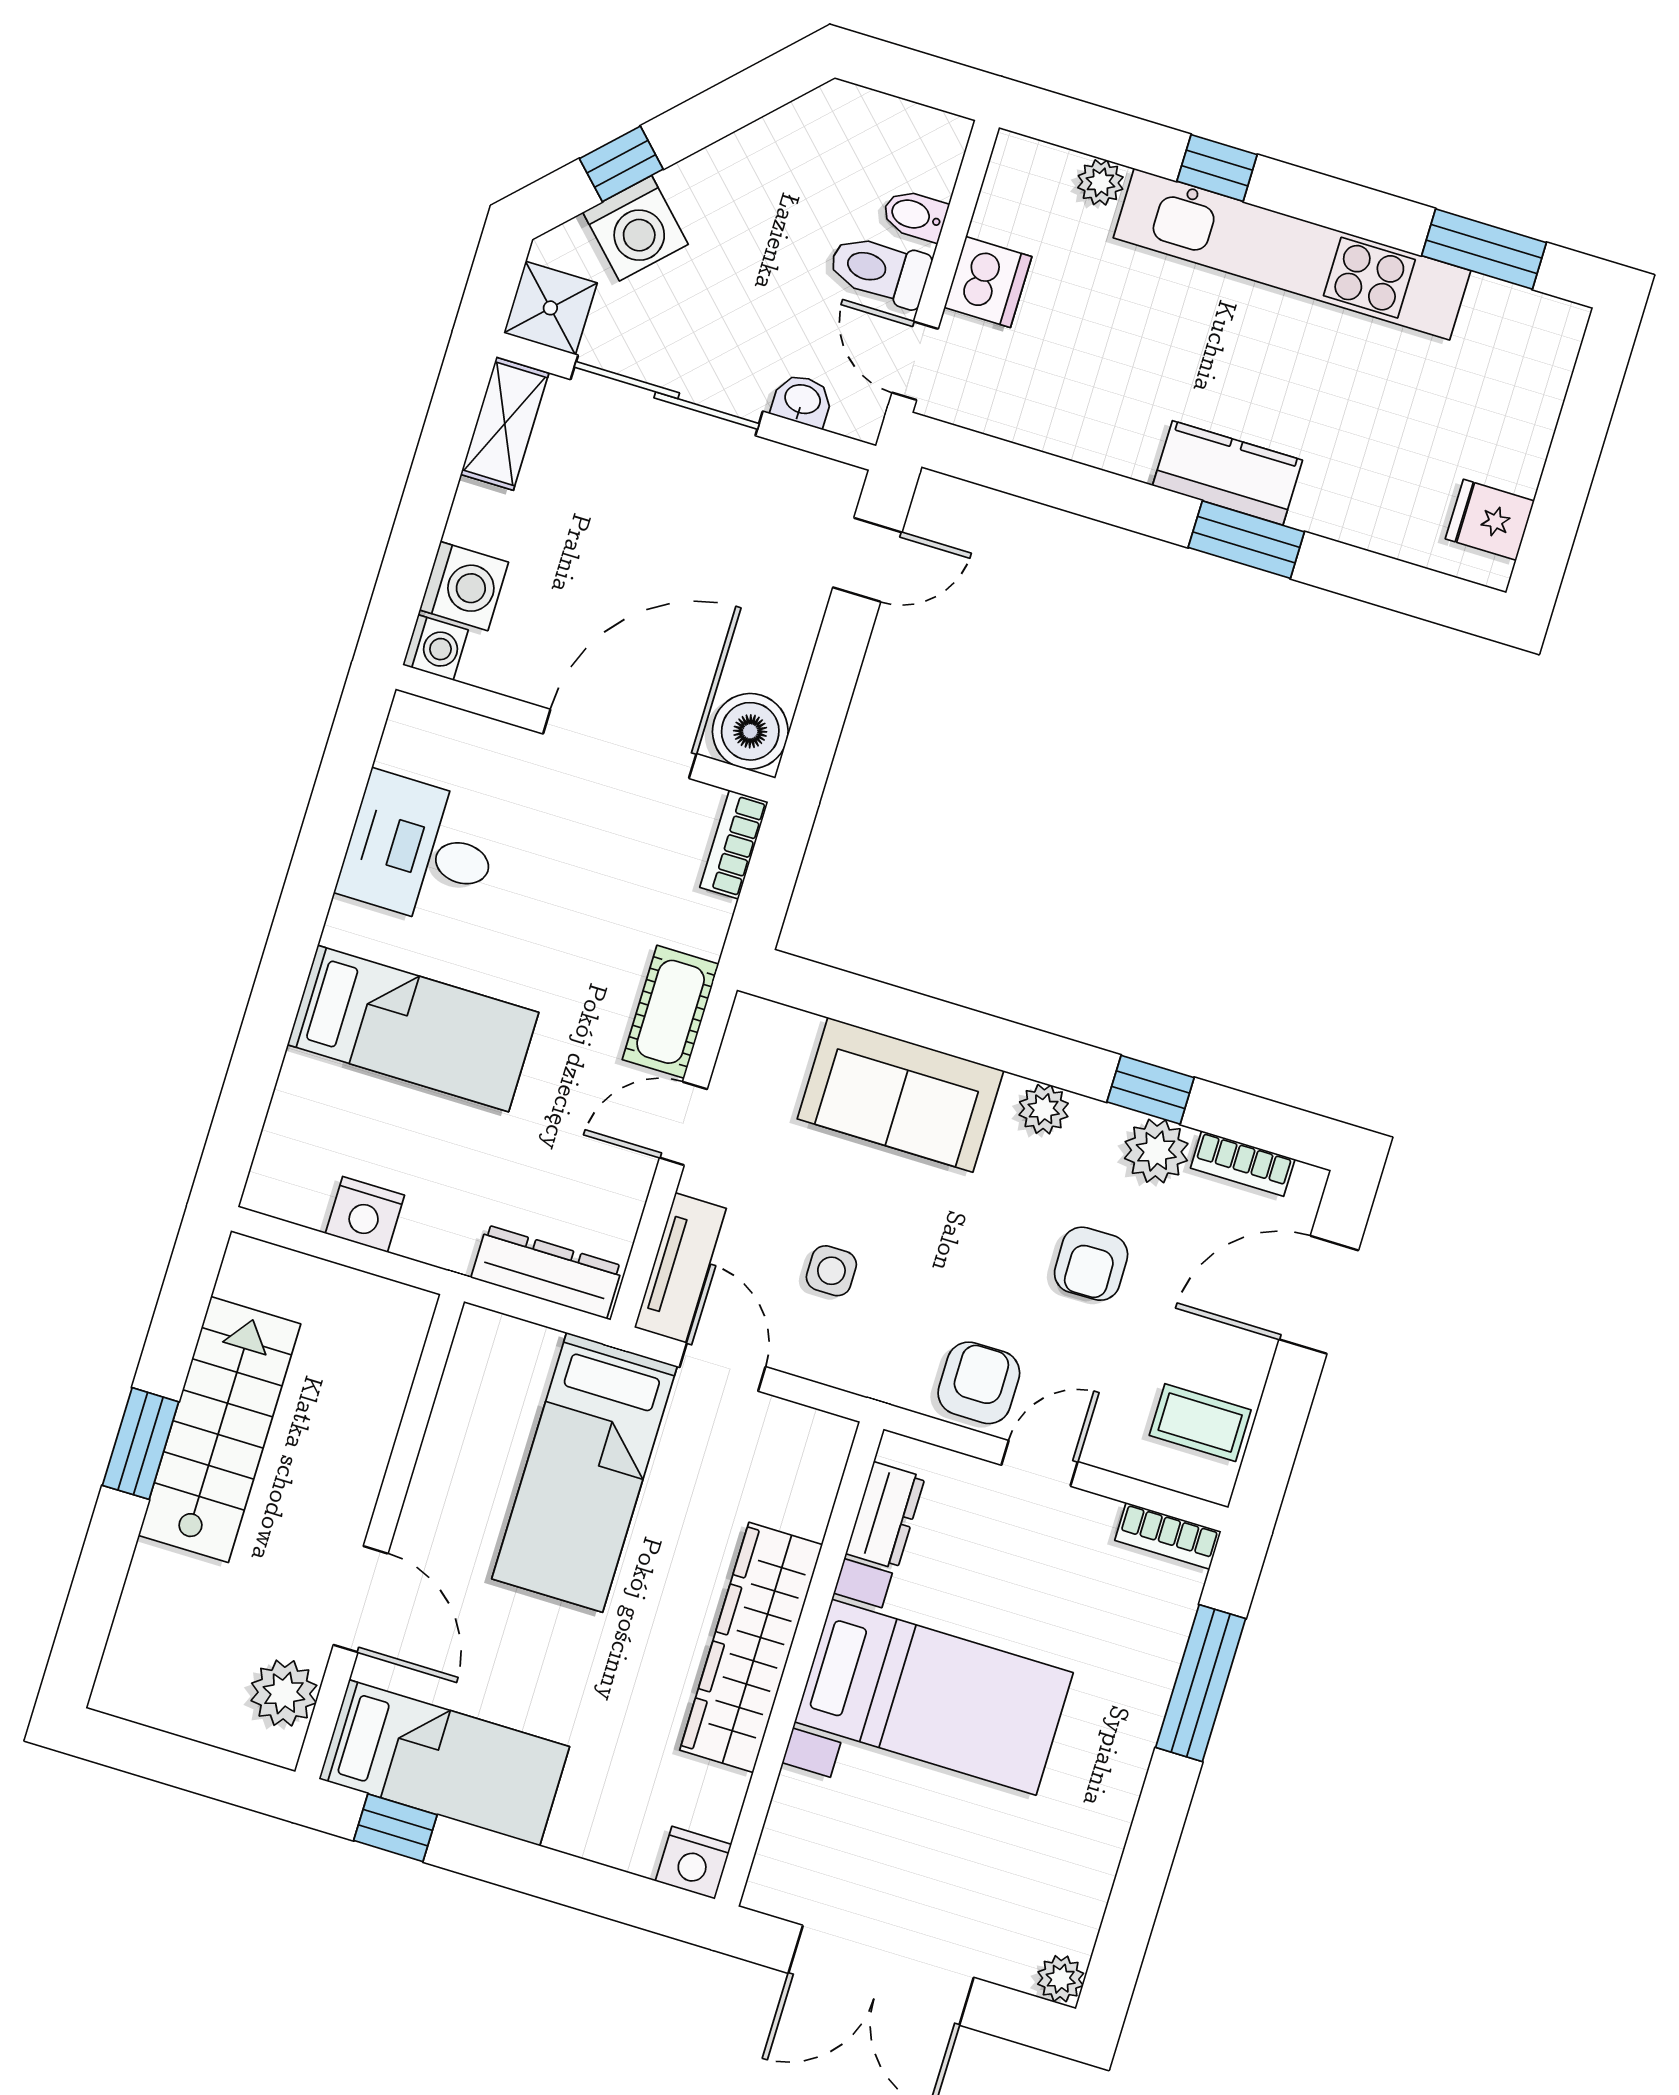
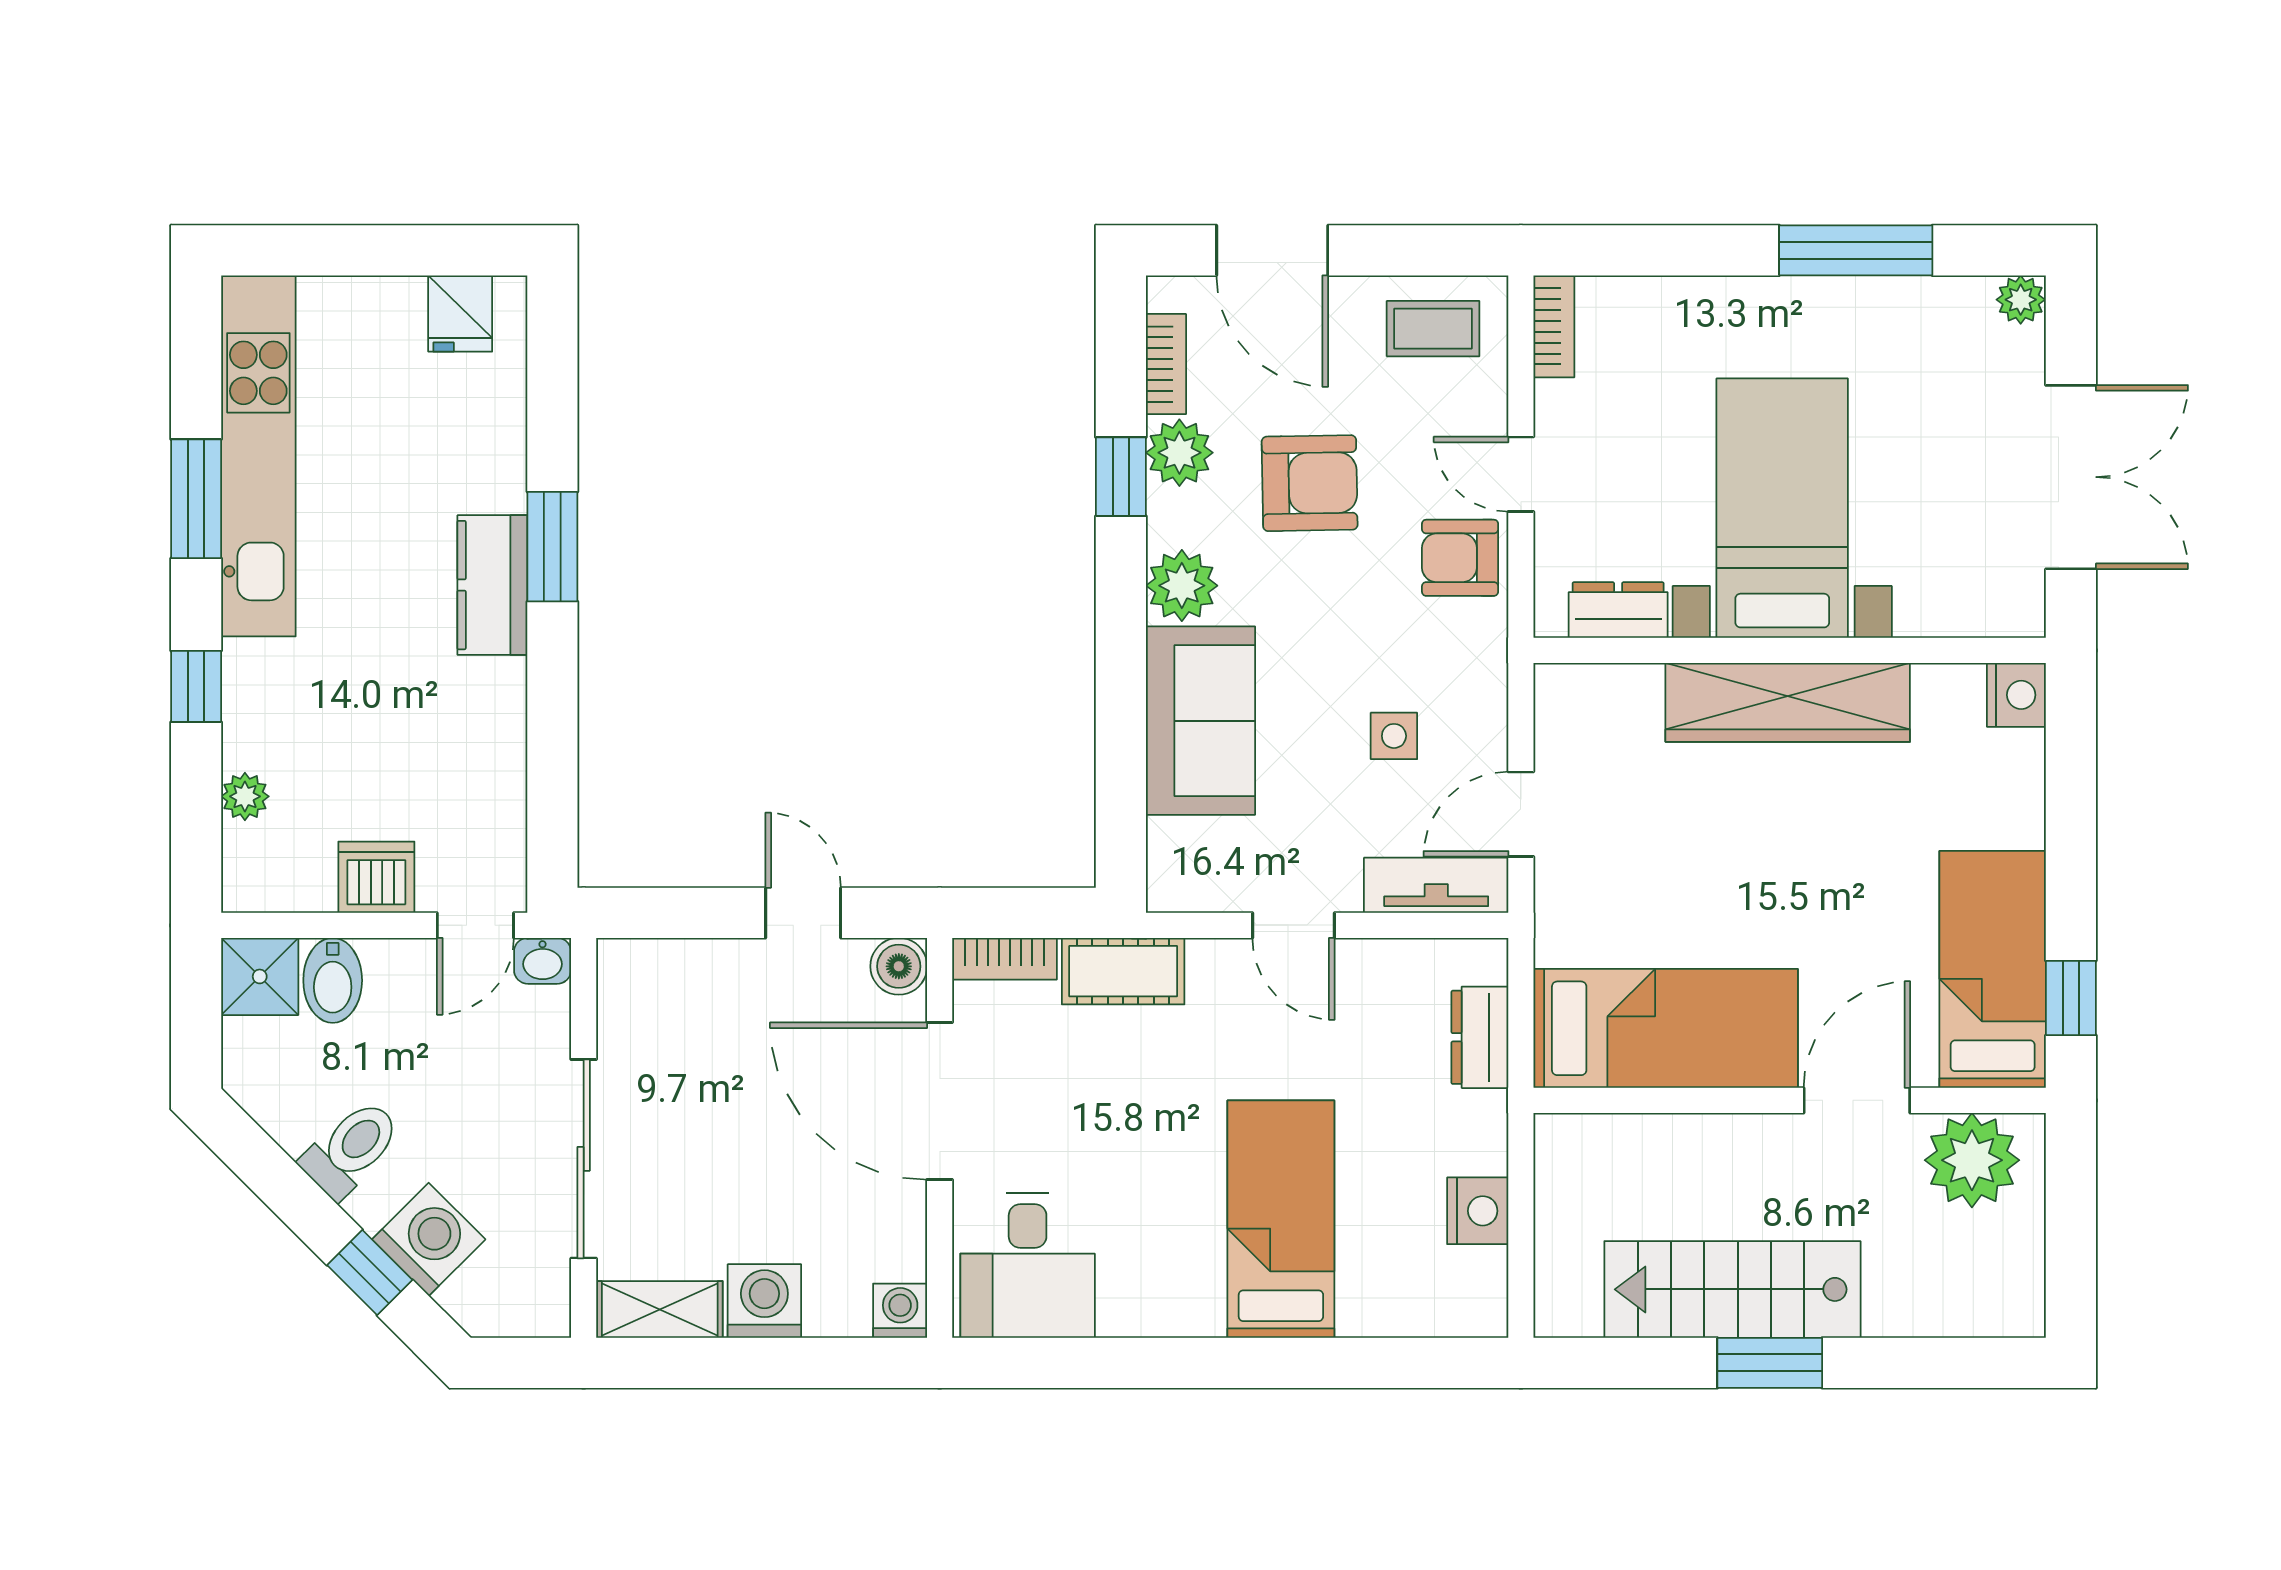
bidet: (915, 215) -> (333, 980), width x1.38, depth x1.36
window: (1484, 249) -> (196, 499), moved
kitchen unit: (1292, 254) -> (258, 456), moved
toilet: (880, 270) -> (351, 1149), moved, turned -135
shower: (550, 308) -> (260, 976), moved
washbasin: (802, 400) -> (543, 961), moved, turned -90
door: (867, 560) -> (803, 913), moved
washing machine: (464, 586) -> (764, 1301), moved
boiler: (750, 731) -> (899, 966), width x0.73, depth x0.73
desk: (420, 851) -> (1028, 1265), moved
cot: (671, 1012) -> (1123, 971), moved
plant: (1044, 1109) -> (1182, 586), width x1.38, depth x1.38
armchair: (1091, 1264) -> (1310, 483), width x1.38, depth x1.38
dresser: (547, 1272) -> (1480, 1037), width x0.70
coffee table: (1200, 1423) -> (1433, 329), turned 90
bed: (585, 1472) -> (1666, 1028), moved
window: (1201, 1683) -> (1856, 250), moved
plant: (284, 1693) -> (1972, 1160), width x1.36, depth x1.36

